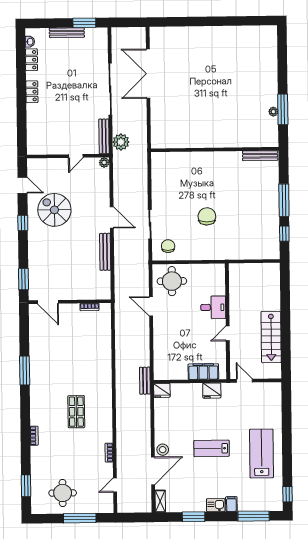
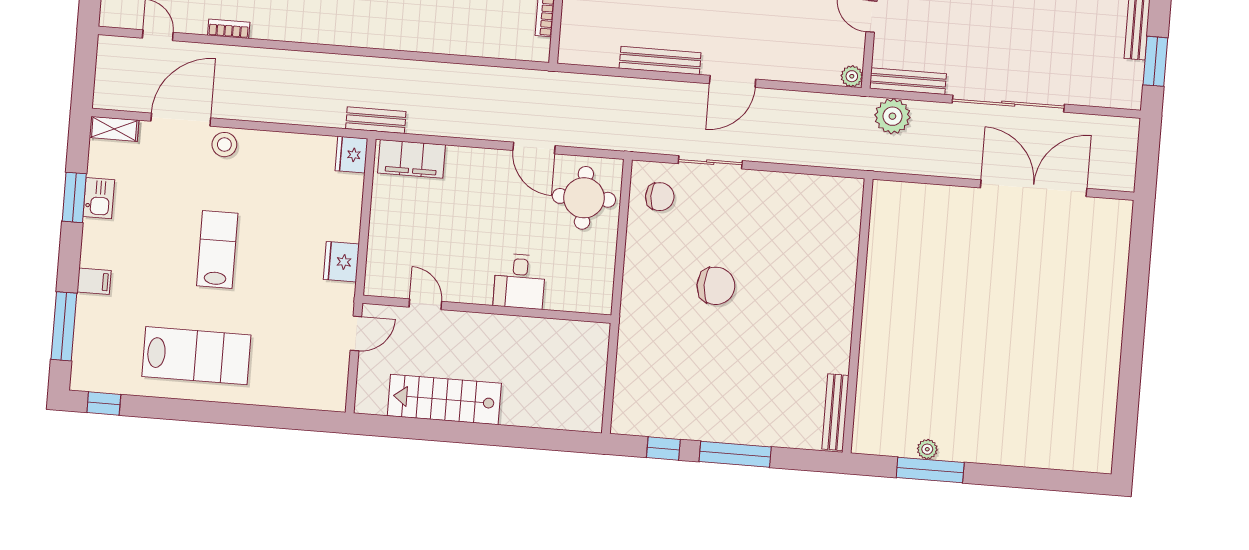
door: (151, 306) -> (534, 148), swing flipped
door: (228, 333) -> (425, 304), moved
filing cabinet: (203, 372) -> (411, 159), moved, turned 90
door: (153, 471) -> (181, 120), swing flipped
kitchen sink: (216, 505) -> (99, 198), moved

